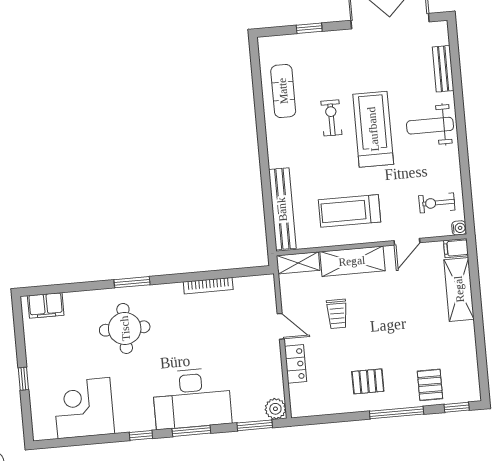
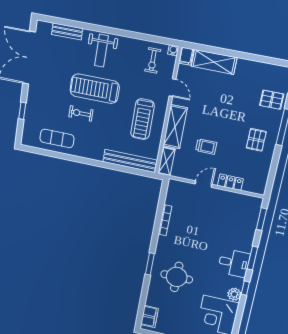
desk: (192, 398) -> (234, 263), width x0.53, depth x0.77
plant: (275, 409) -> (234, 294), moved

